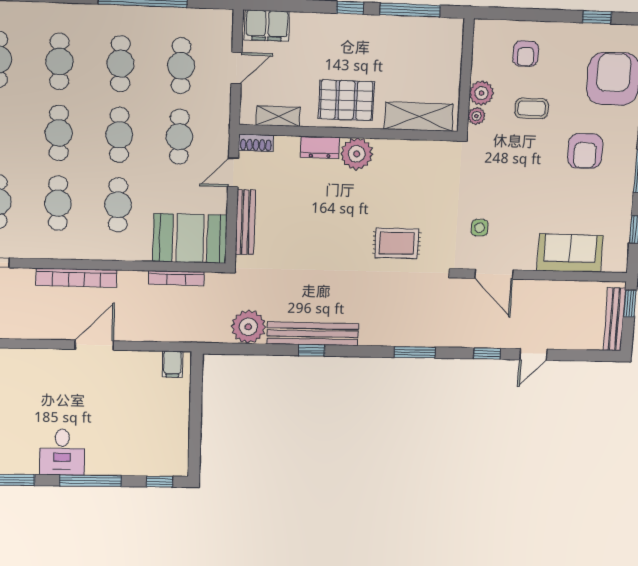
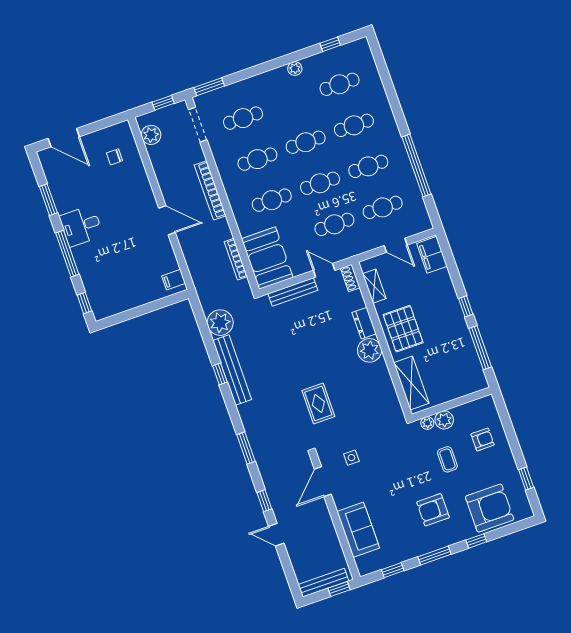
armchair: (526, 54) -> (483, 439), turned 180

